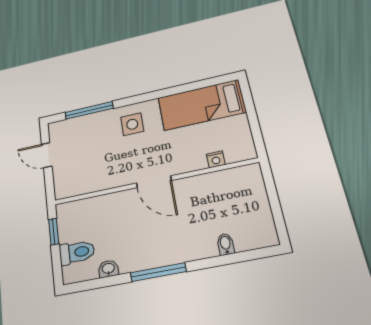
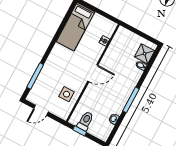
side table: (132, 124) -> (66, 94), moved
shower: (249, 235) -> (145, 54), added
toilet: (77, 252) -> (85, 121), moved

